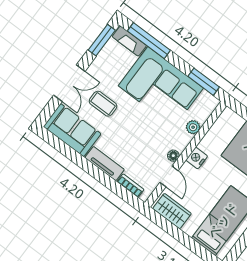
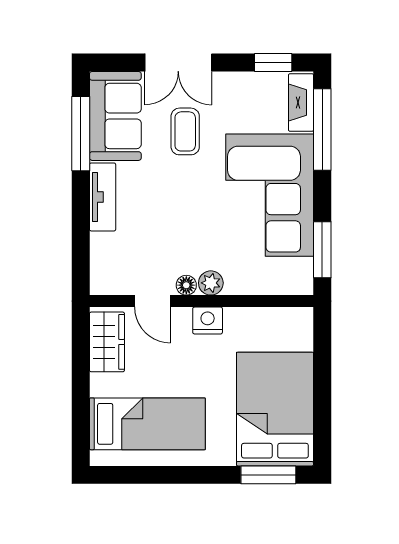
window: (102, 40) -> (273, 63), width x0.67
plant: (193, 127) -> (211, 283), moved
window: (68, 152) -> (81, 134), added
door: (169, 176) -> (152, 301), hinge flipped
bookcase: (130, 186) -> (99, 257), removed

